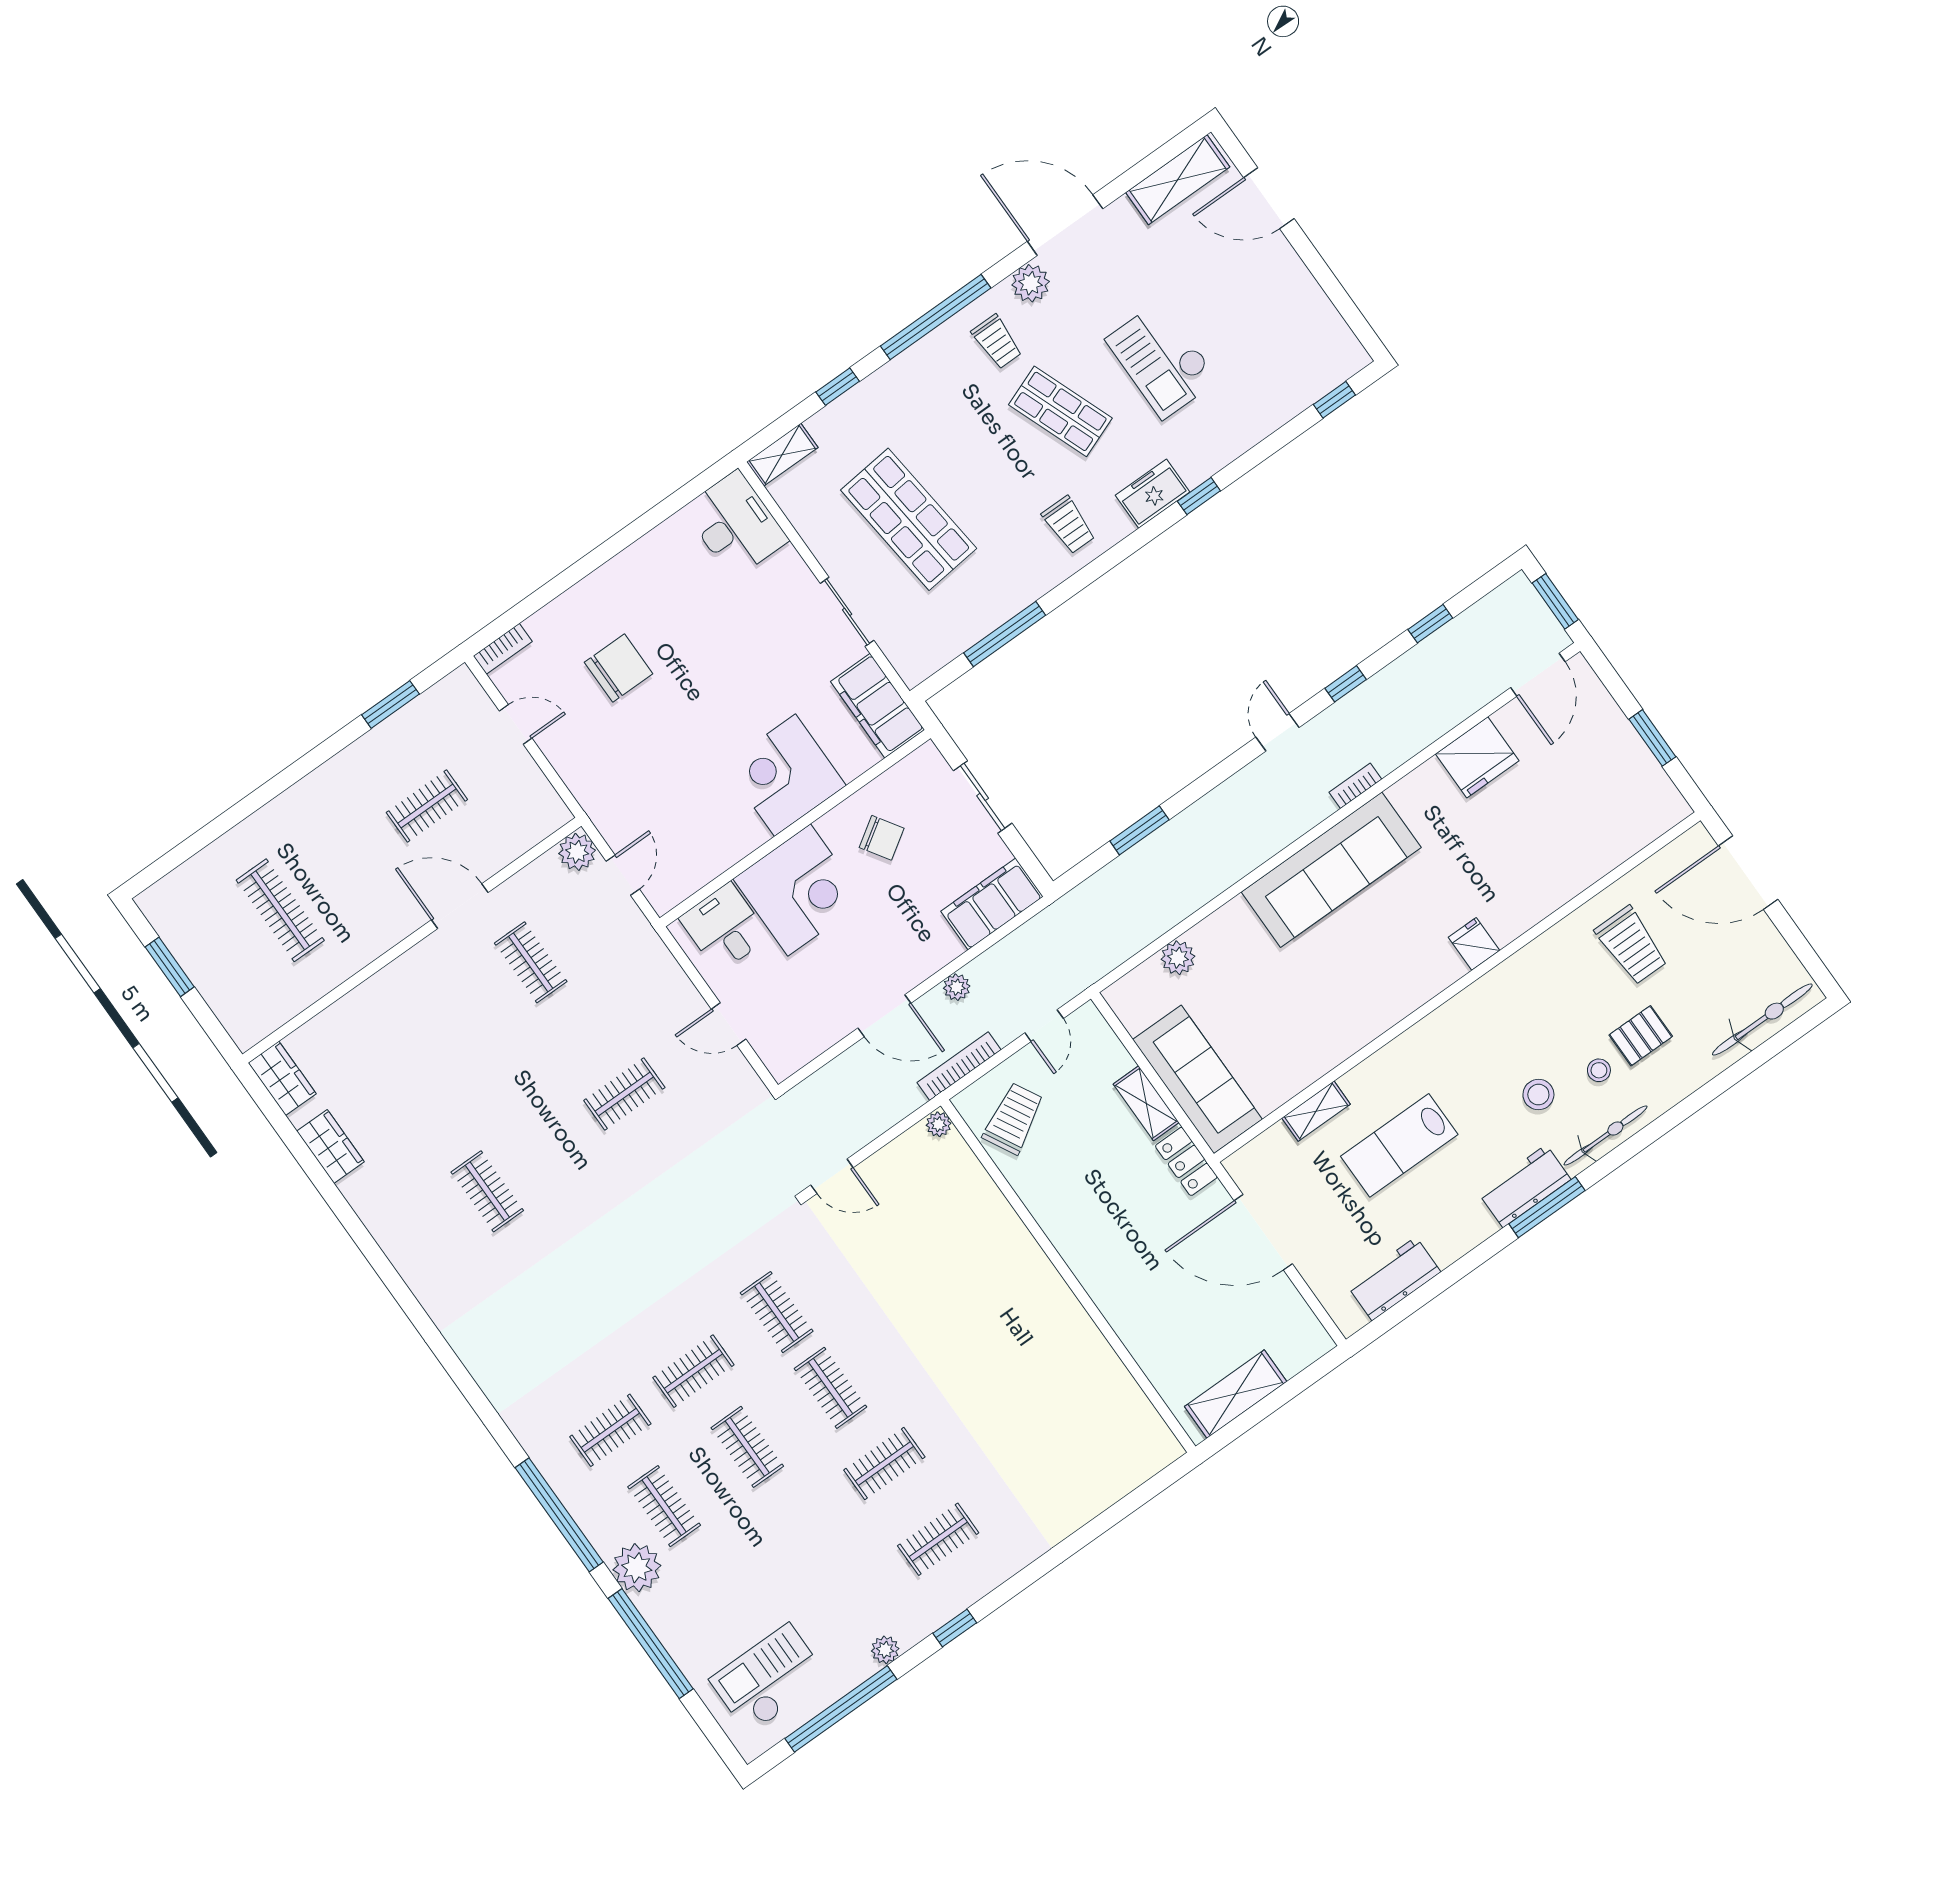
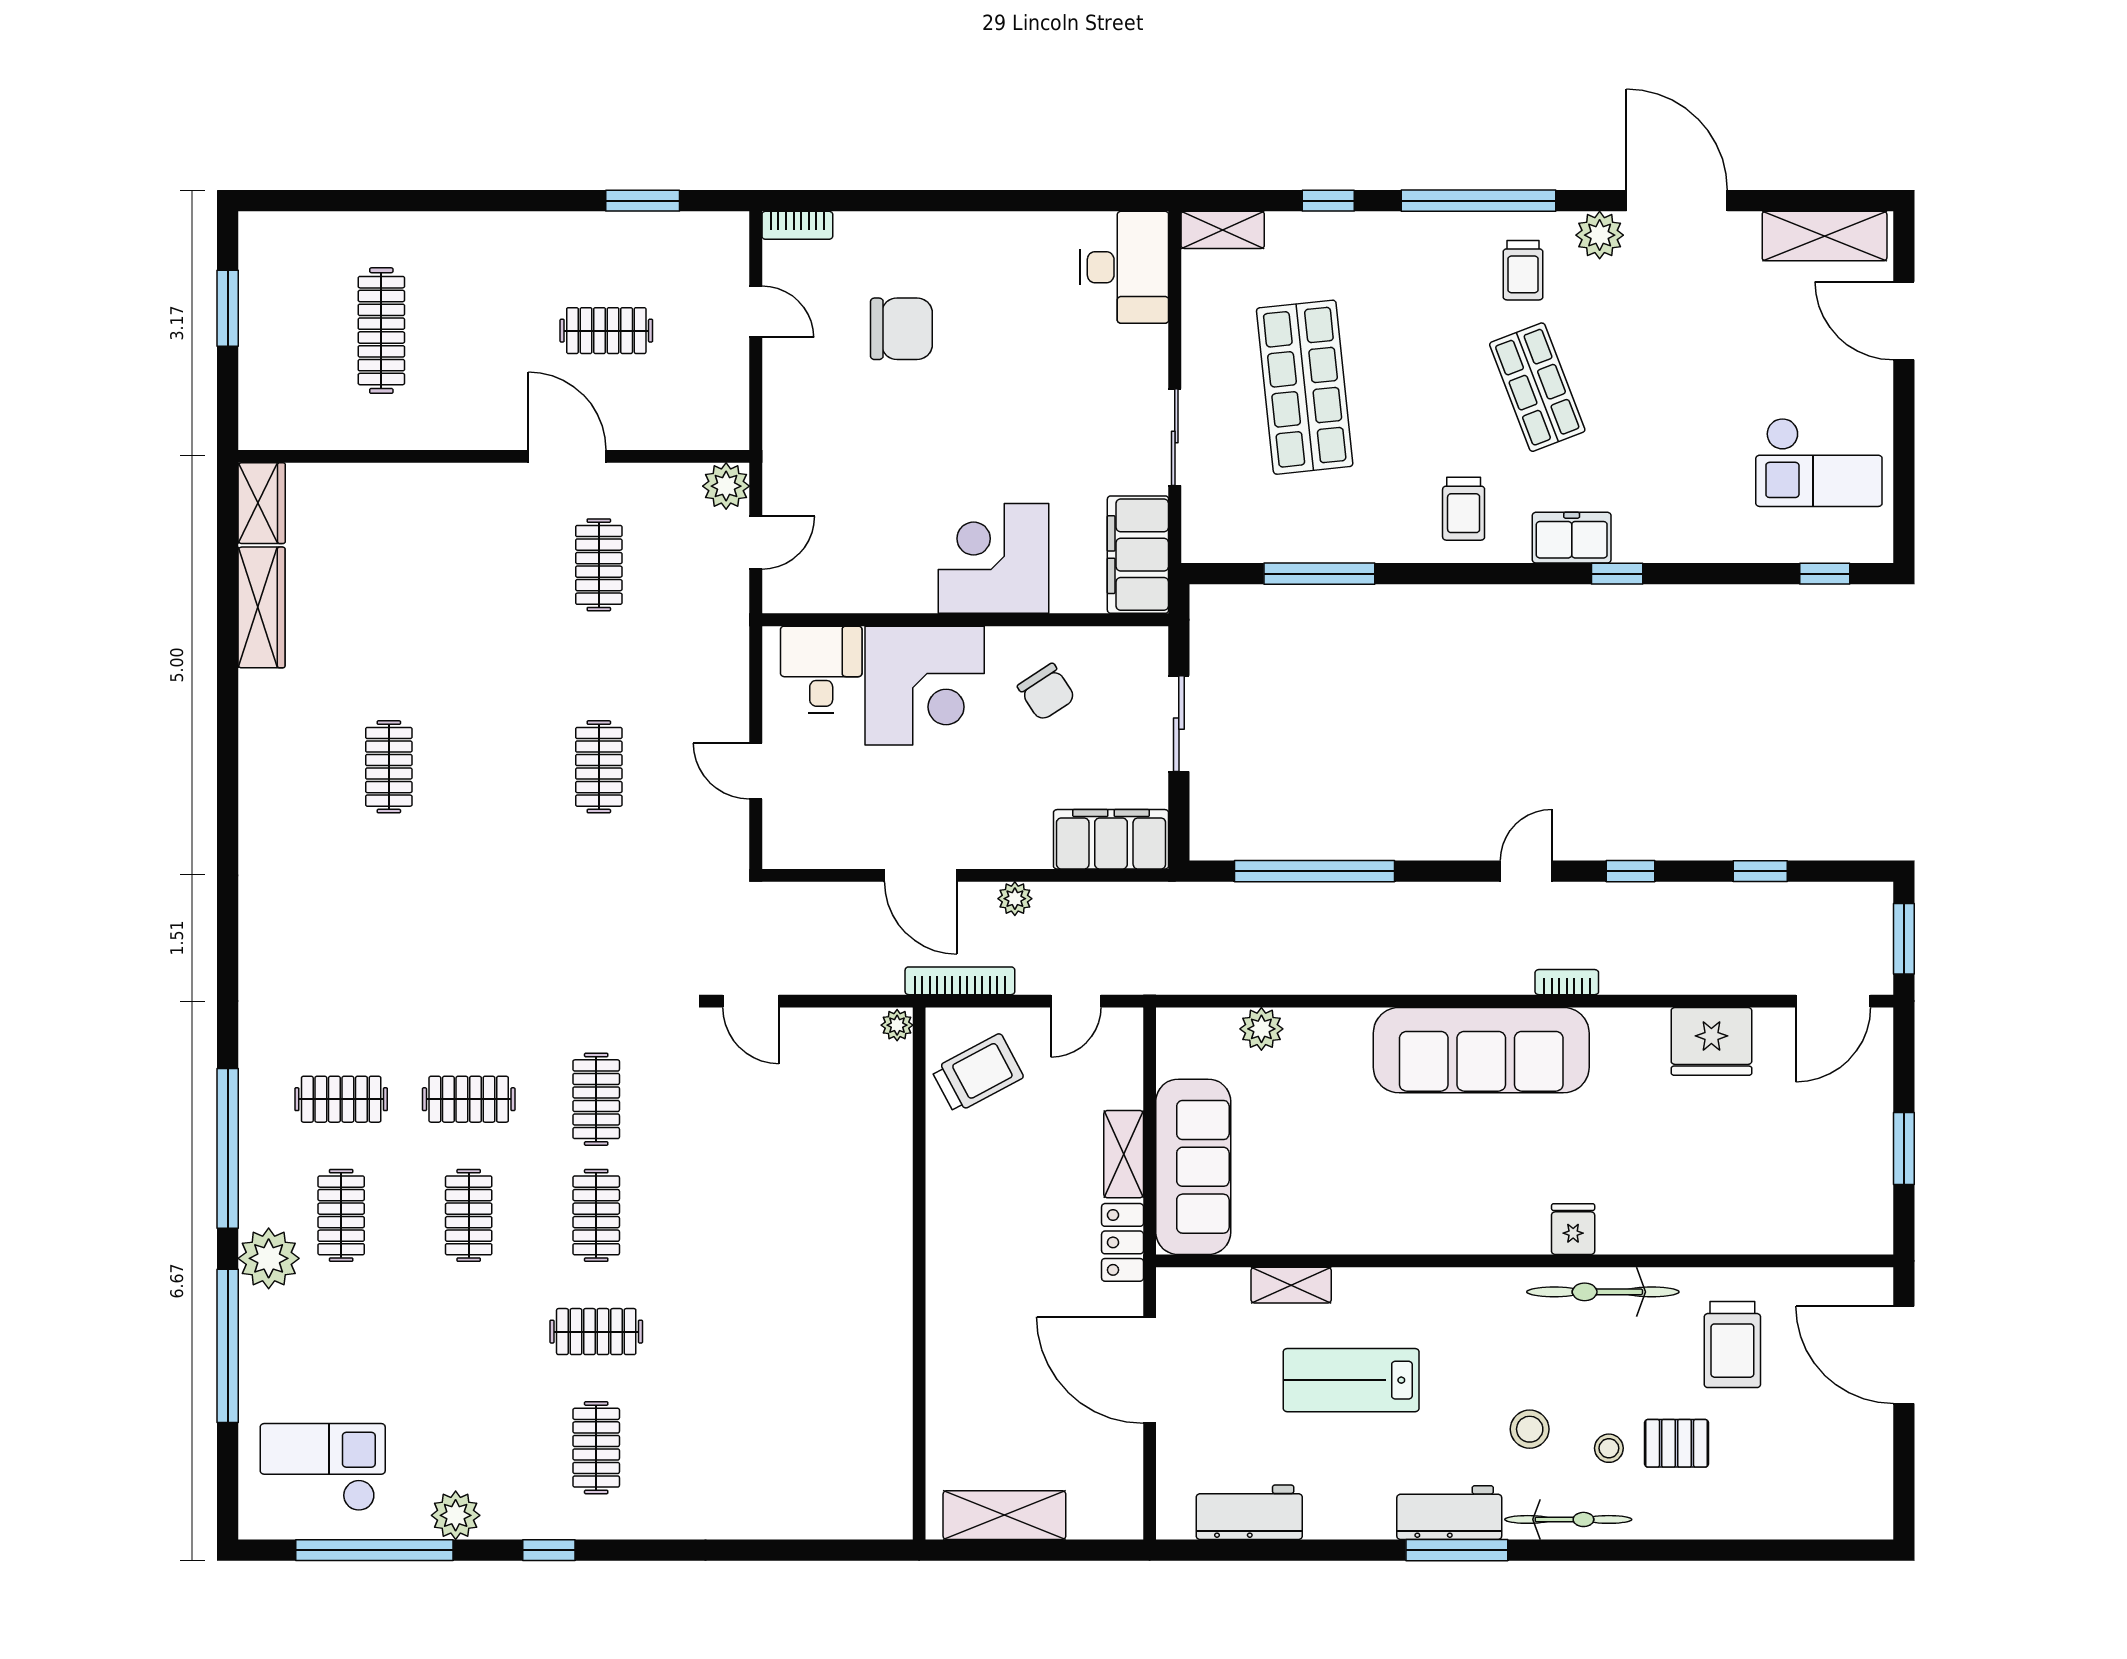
checkout: (1162, 360) -> (1819, 462), moved, turned -90
window: (1139, 830) -> (1314, 871), width x2.11
bicycle: (1762, 1020) -> (1603, 1292), moved, turned 180
clothes rail: (624, 1094) -> (599, 767), turned 90
wardrobe: (330, 1146) -> (262, 607), width x1.50
clothes rail: (938, 1539) -> (596, 1448), turned 90
plant: (885, 1650) -> (456, 1515), width x1.38, depth x1.38

